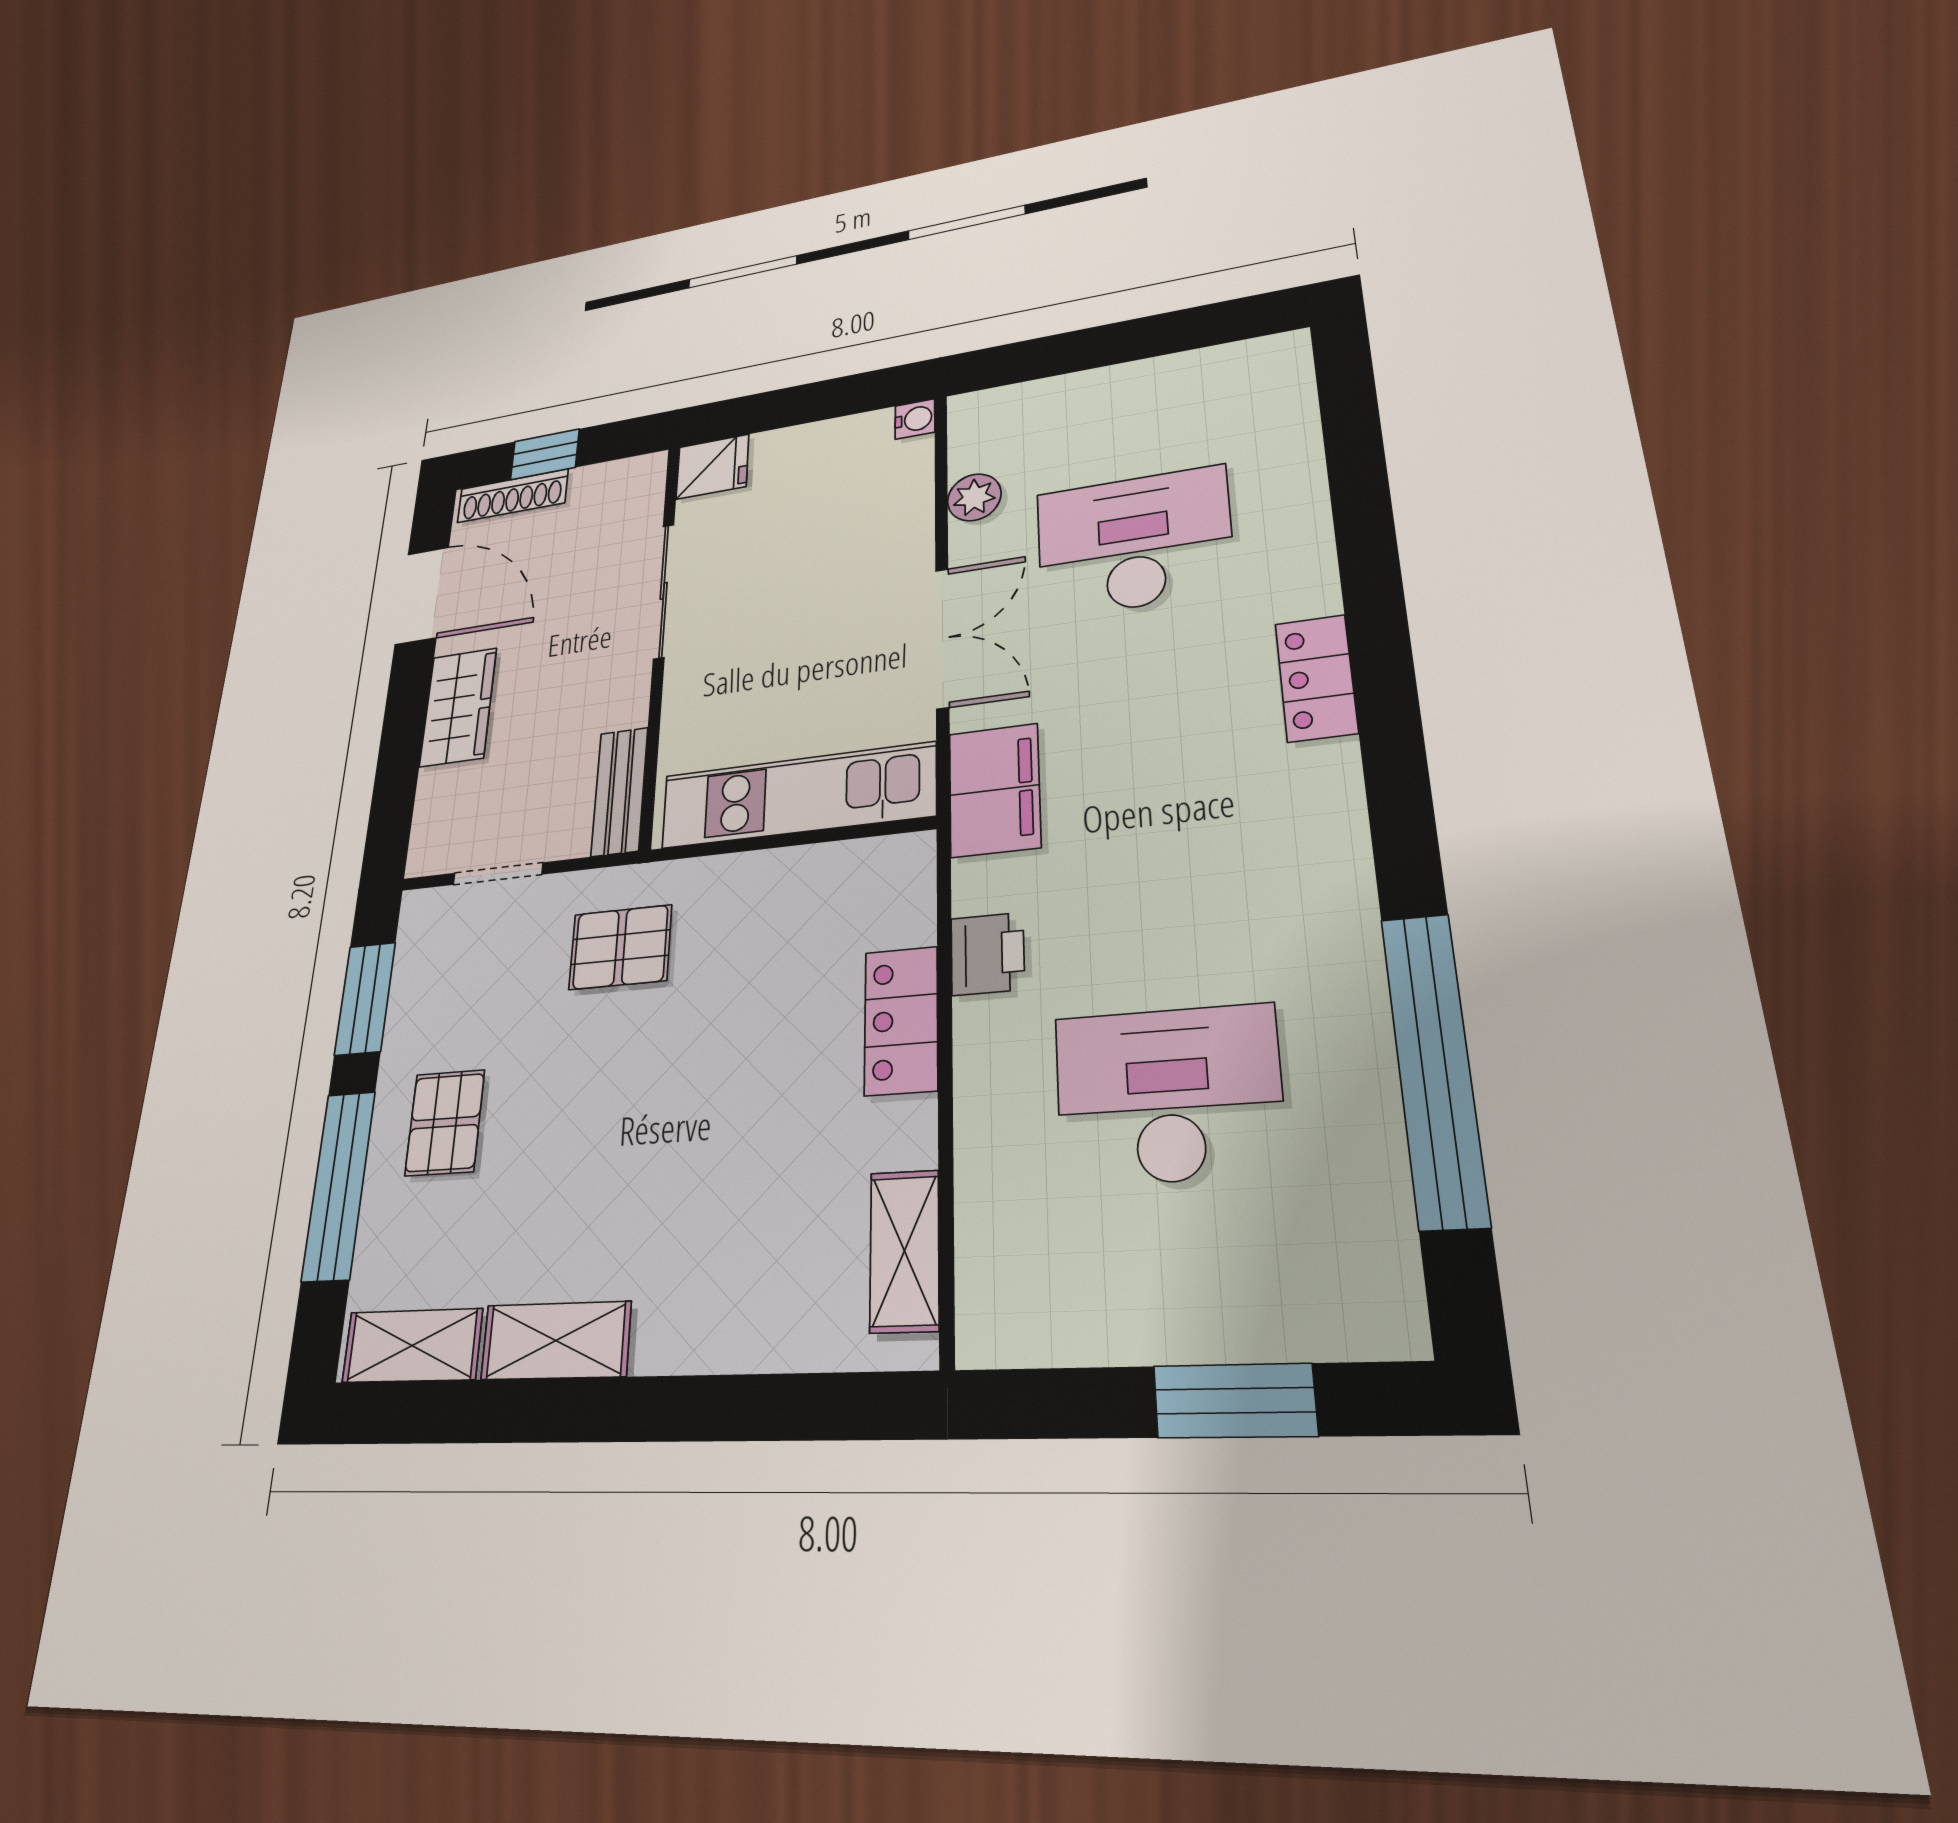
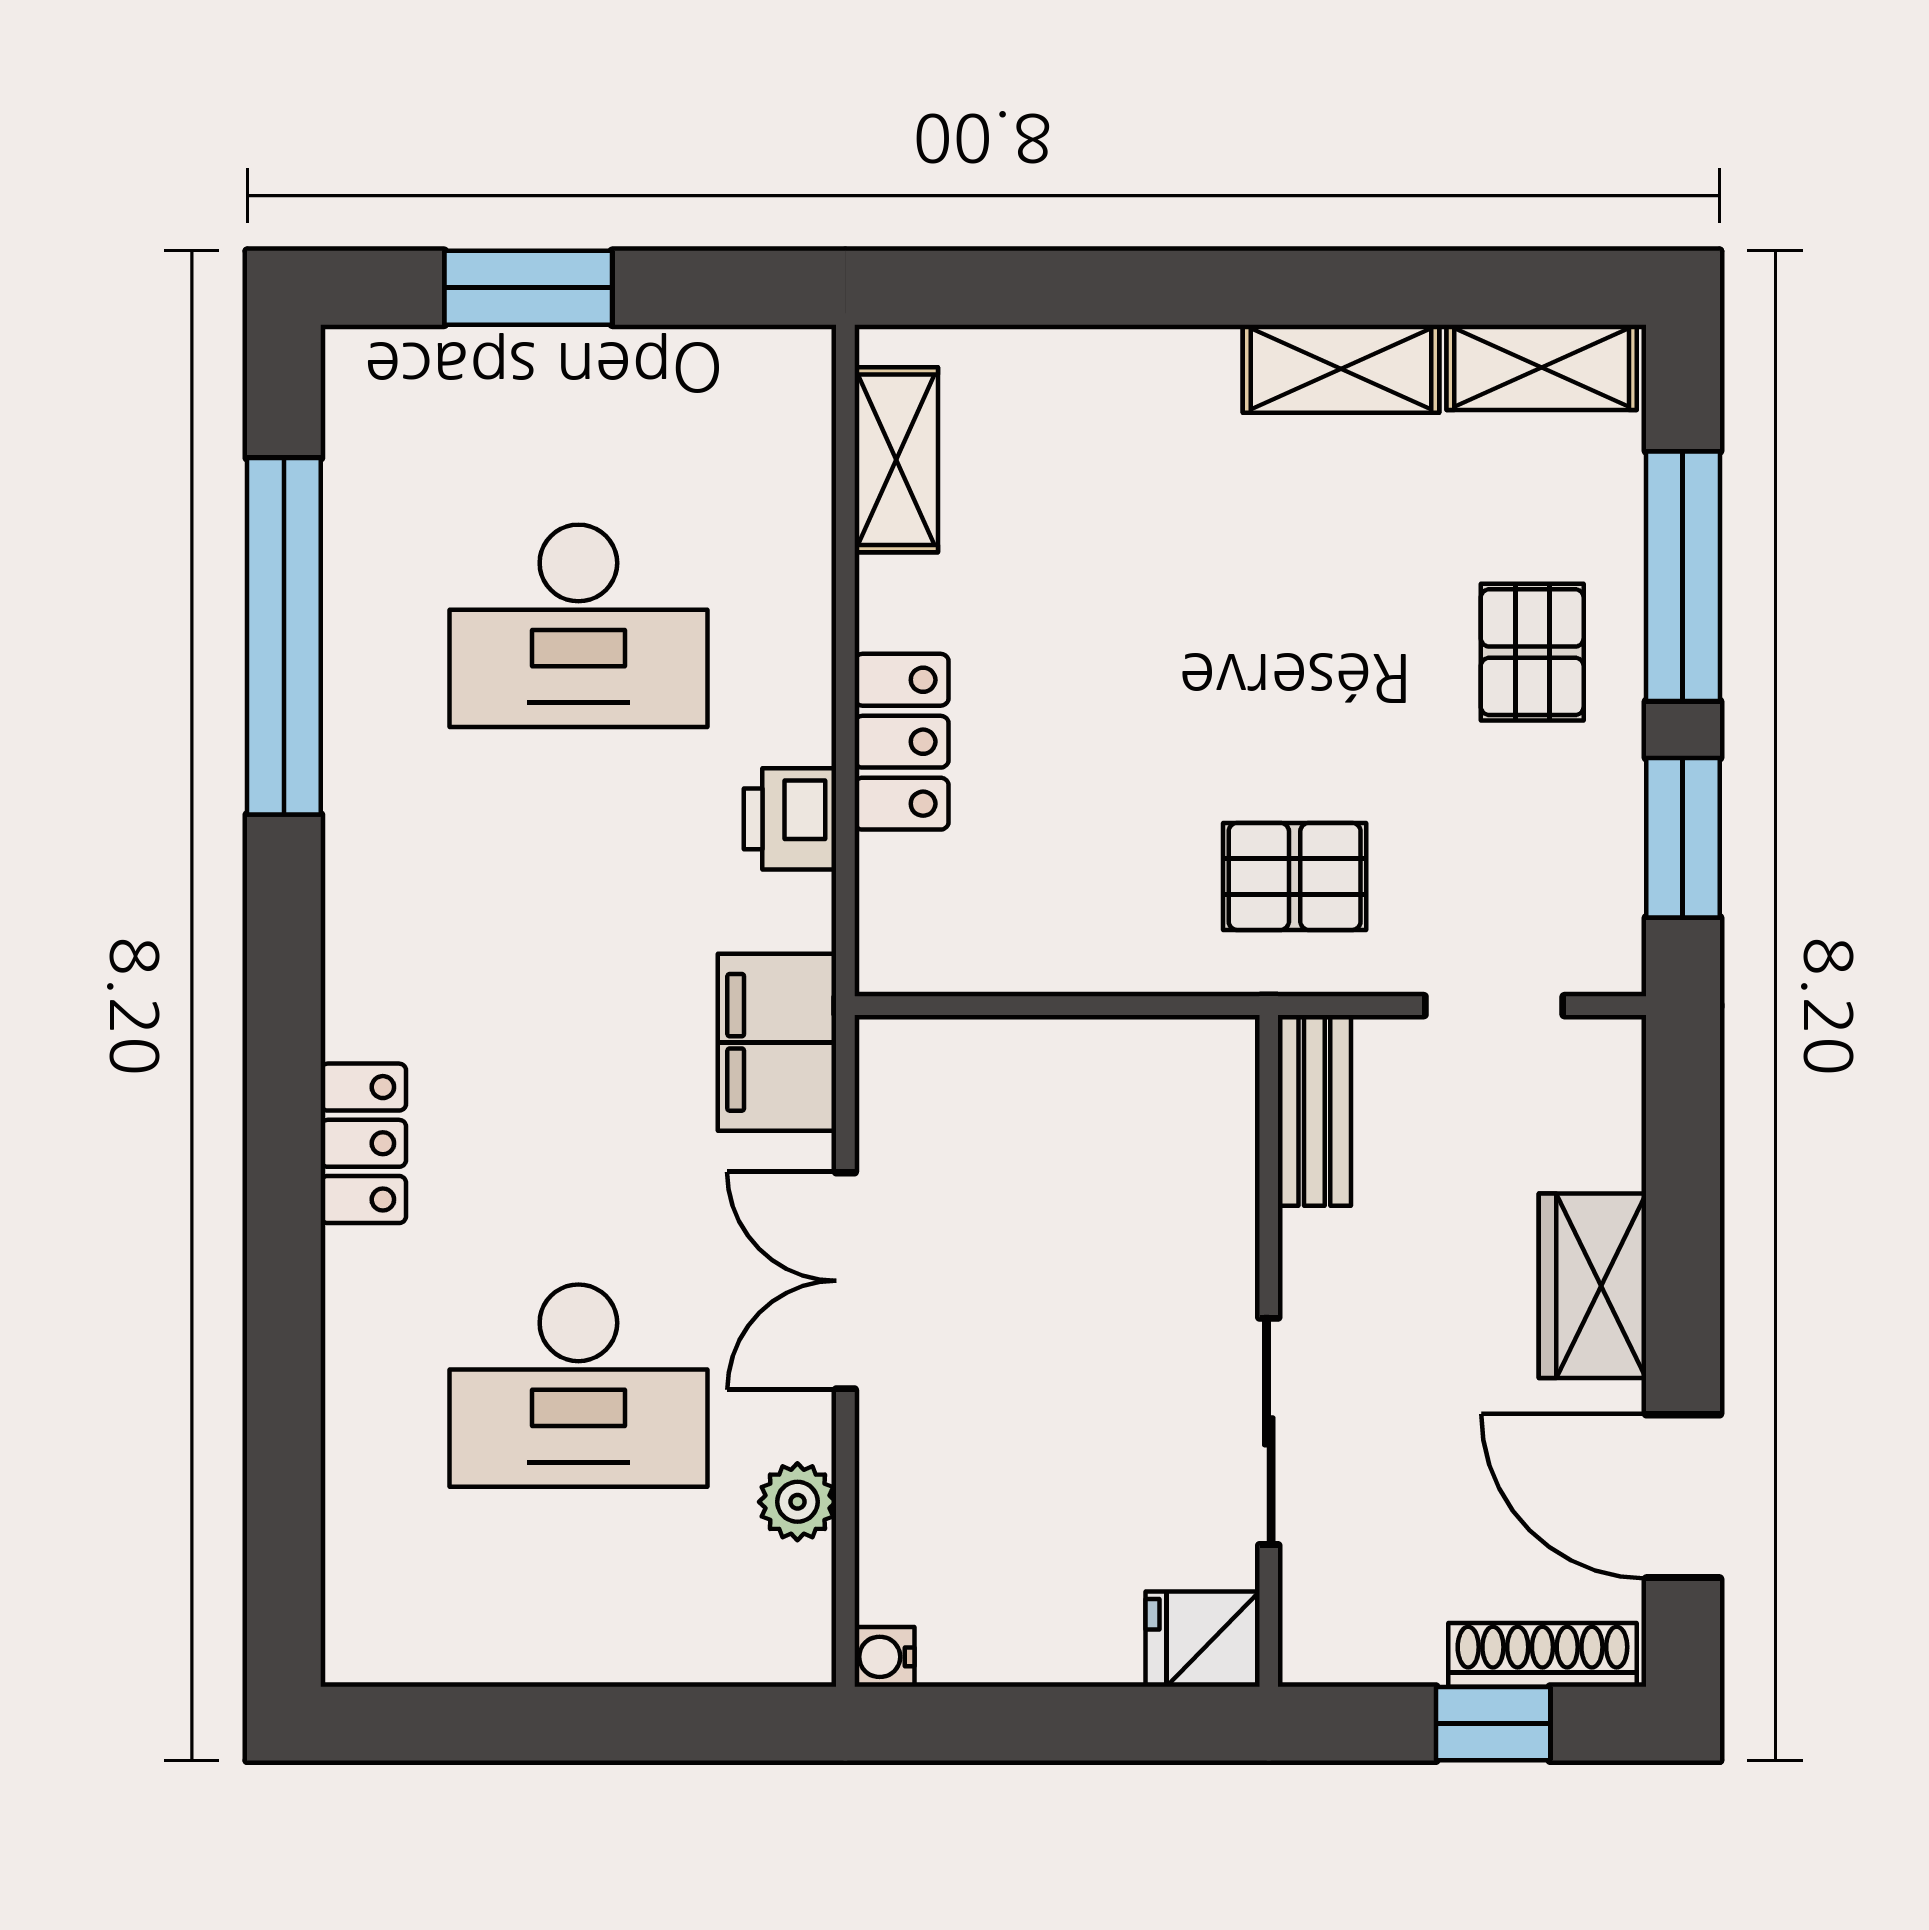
kitchen unit: (797, 796) -> (1049, 1070), removed

